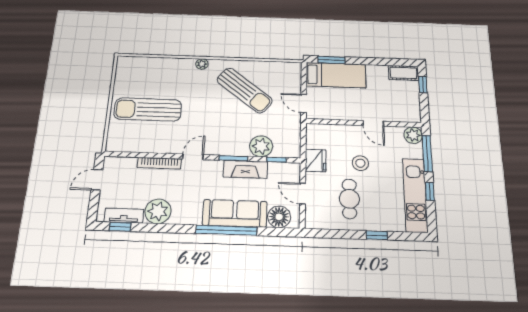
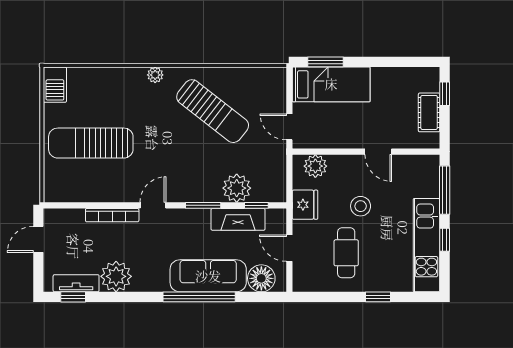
barbecue: (125, 68) -> (55, 85), added
cot: (403, 73) -> (429, 112), moved, turned 90
plant: (413, 135) -> (315, 166), moved
fireplace: (245, 169) -> (238, 219), moved

